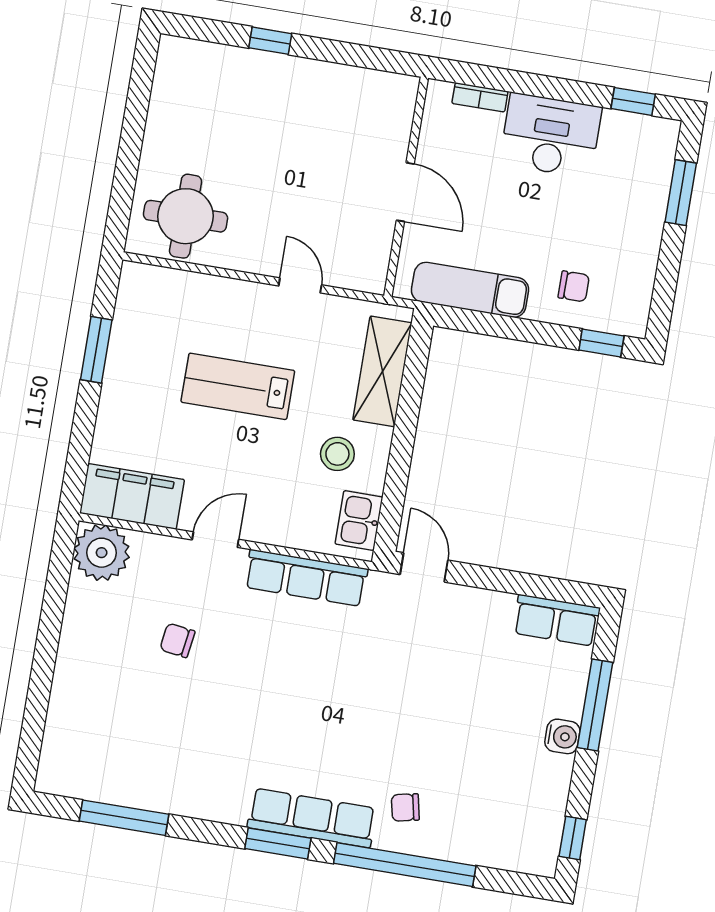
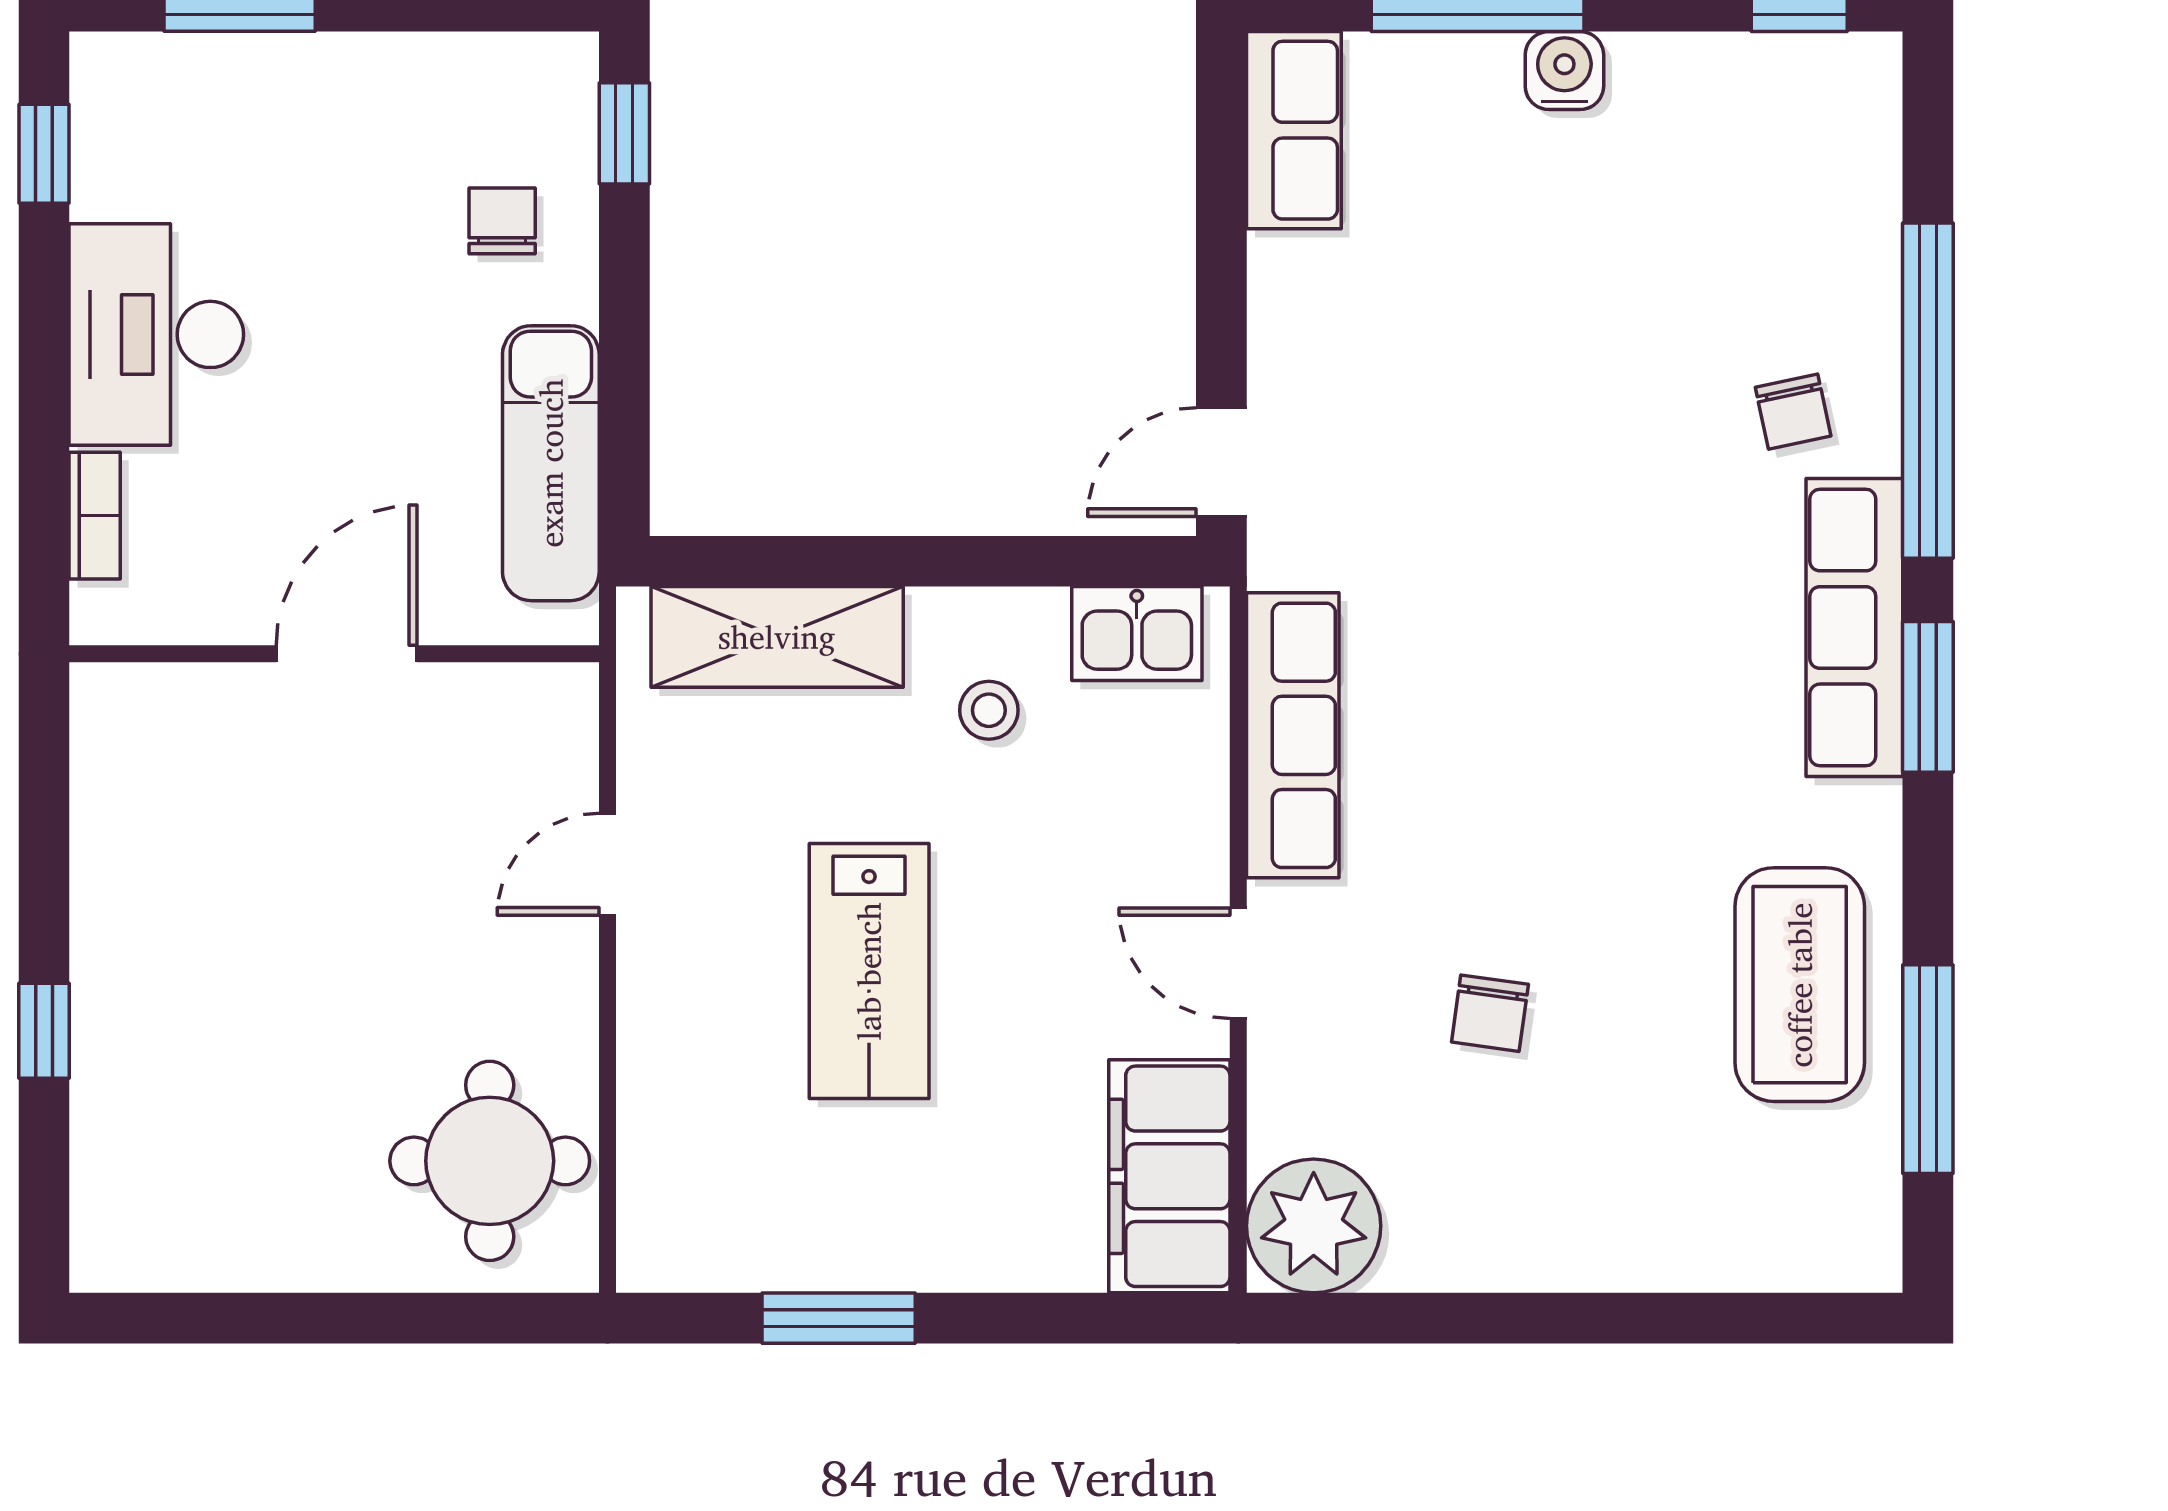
stool: (337, 454) -> (989, 710), width x0.73, depth x0.73
coffee table: (168, 770) -> (1800, 985), added

